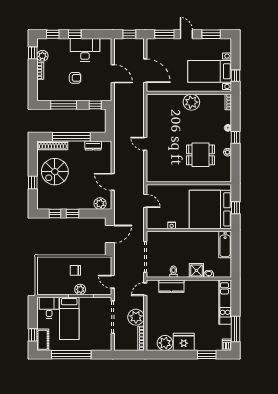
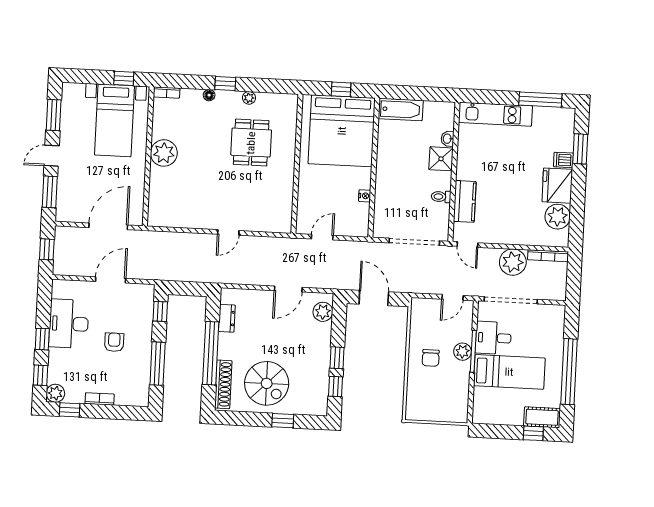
plant: (42, 56) -> (55, 393), moved
desk: (49, 308) -> (493, 338), moved
dishwasher: (227, 345) -> (563, 160), moved

